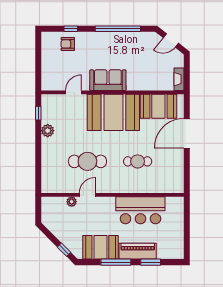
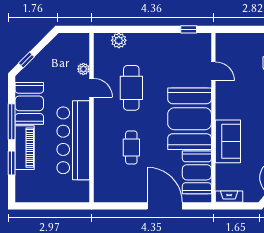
sofa: (108, 80) -> (228, 141), moved
plant: (48, 131) -> (119, 40), moved
bar counter: (140, 210) -> (73, 140), width x1.36

